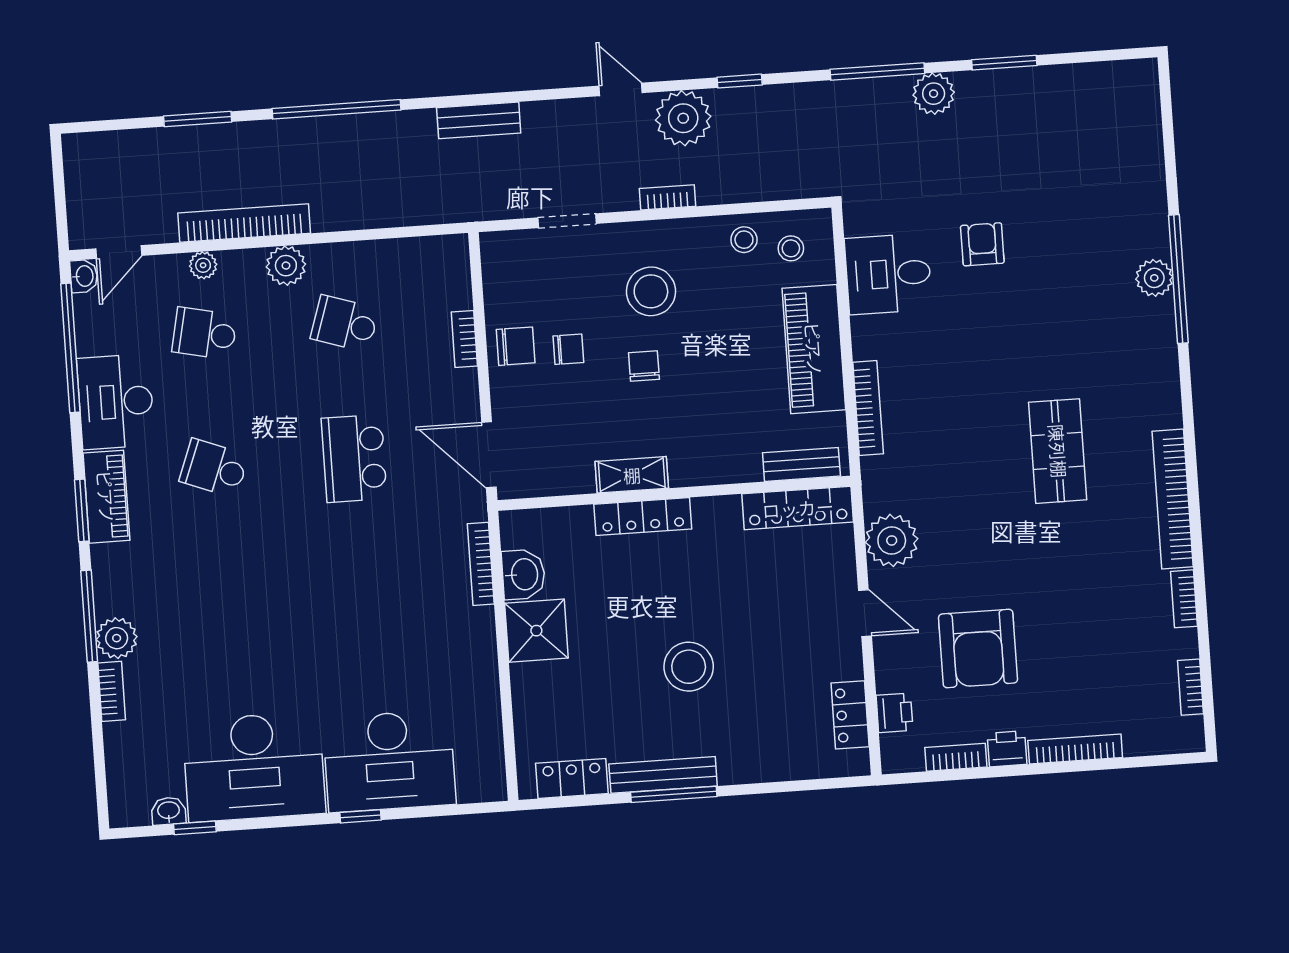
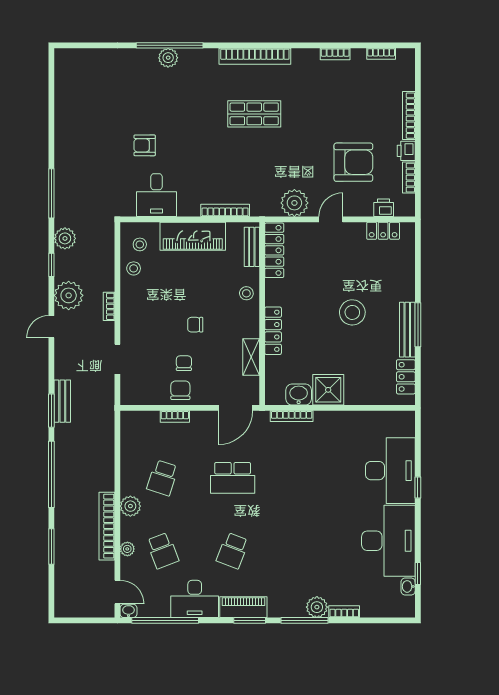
window: (1004, 63) -> (51, 411), moved
plant: (934, 94) -> (65, 238), moved
stool: (651, 291) -> (246, 293), moved, width x0.53, depth x0.53
school desk: (205, 333) -> (163, 551), turned -33
shelving: (632, 475) -> (251, 357), moved
bookcase: (1173, 499) -> (255, 56), moved

